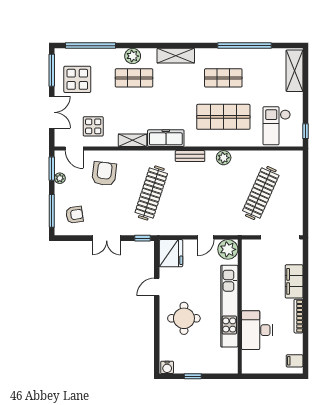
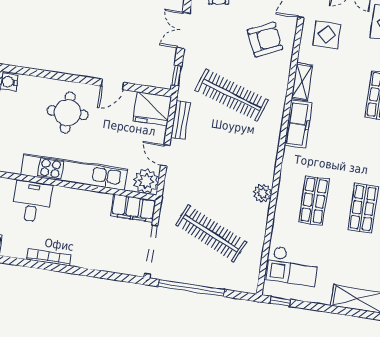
shop shelf: (223, 117) -> (314, 201), width x0.70, depth x0.74
checkout: (277, 126) -> (293, 266), turned 180
bench: (190, 156) -> (180, 120), moved
armchair: (104, 174) -> (265, 40), turned -32
window: (305, 202) -> (191, 288), added
filing cabinet: (294, 281) -> (133, 208), moved, turned 180
door: (157, 287) -> (112, 84), swing flipped
desk: (257, 330) -> (32, 202), width x0.73

